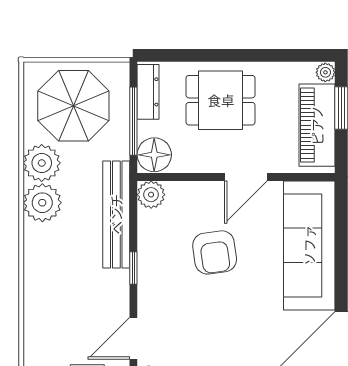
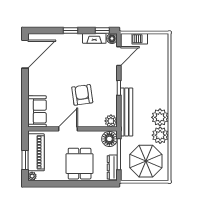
dining table: (221, 100) -> (80, 164), turned 90
sofa: (309, 245) -> (37, 111), width x0.54, depth x0.79

